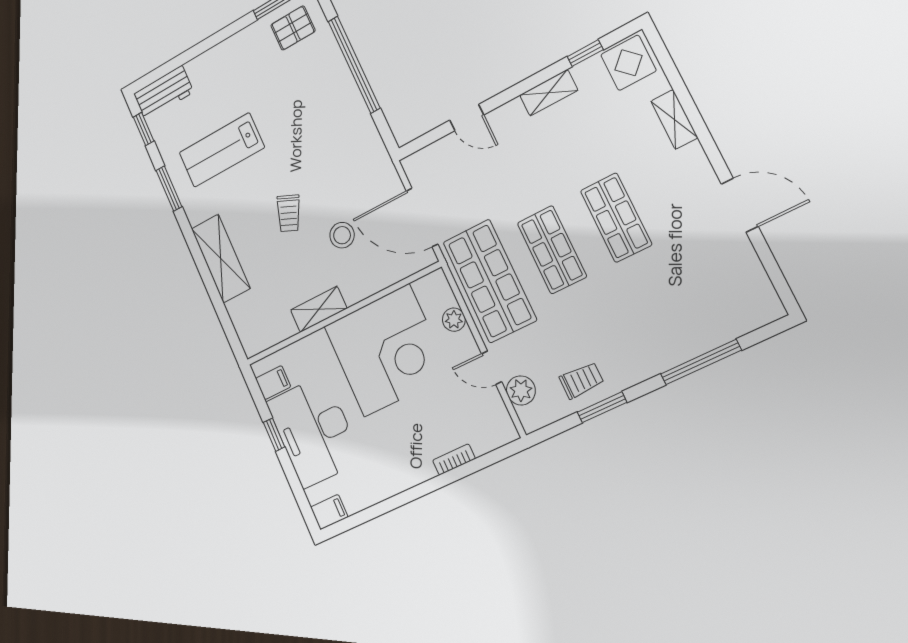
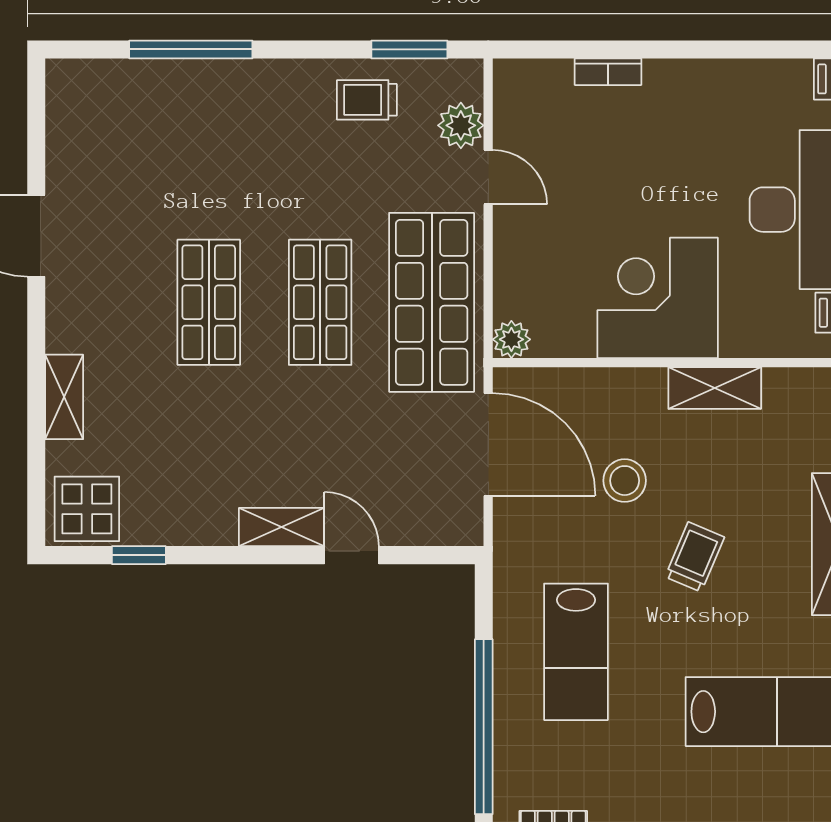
shelving: (549, 93) -> (281, 527), moved
lab bench: (325, 130) -> (576, 652), added
plant: (454, 320) -> (511, 339), moved
corner desk: (387, 350) -> (658, 298), width x0.74, depth x0.74
window: (602, 407) -> (409, 49), moved

